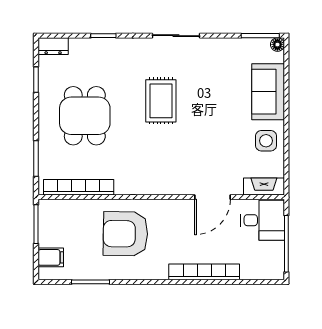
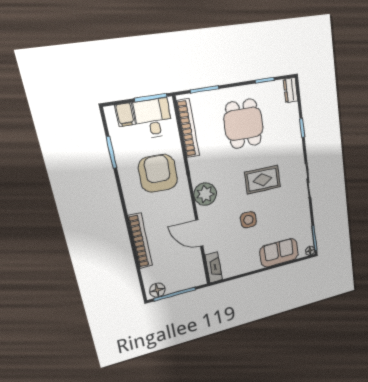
dining table: (85, 116) -> (244, 124), turned 90
side table: (266, 141) -> (248, 220), moved
plant: (163, 180) -> (205, 194), added
desk: (263, 220) -> (153, 118), moved, turned 180
floor lamp: (274, 265) -> (157, 290), added

